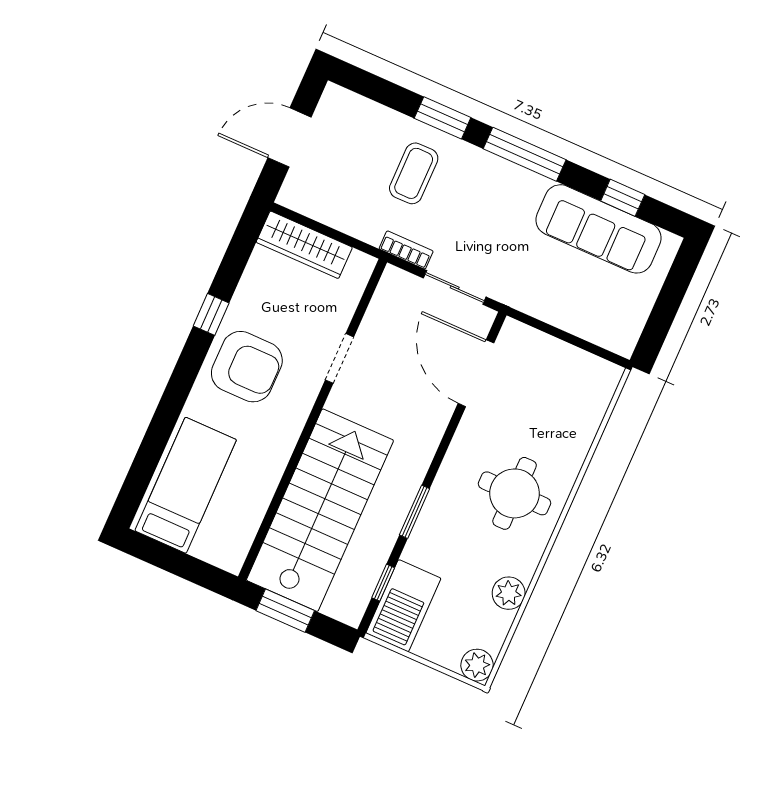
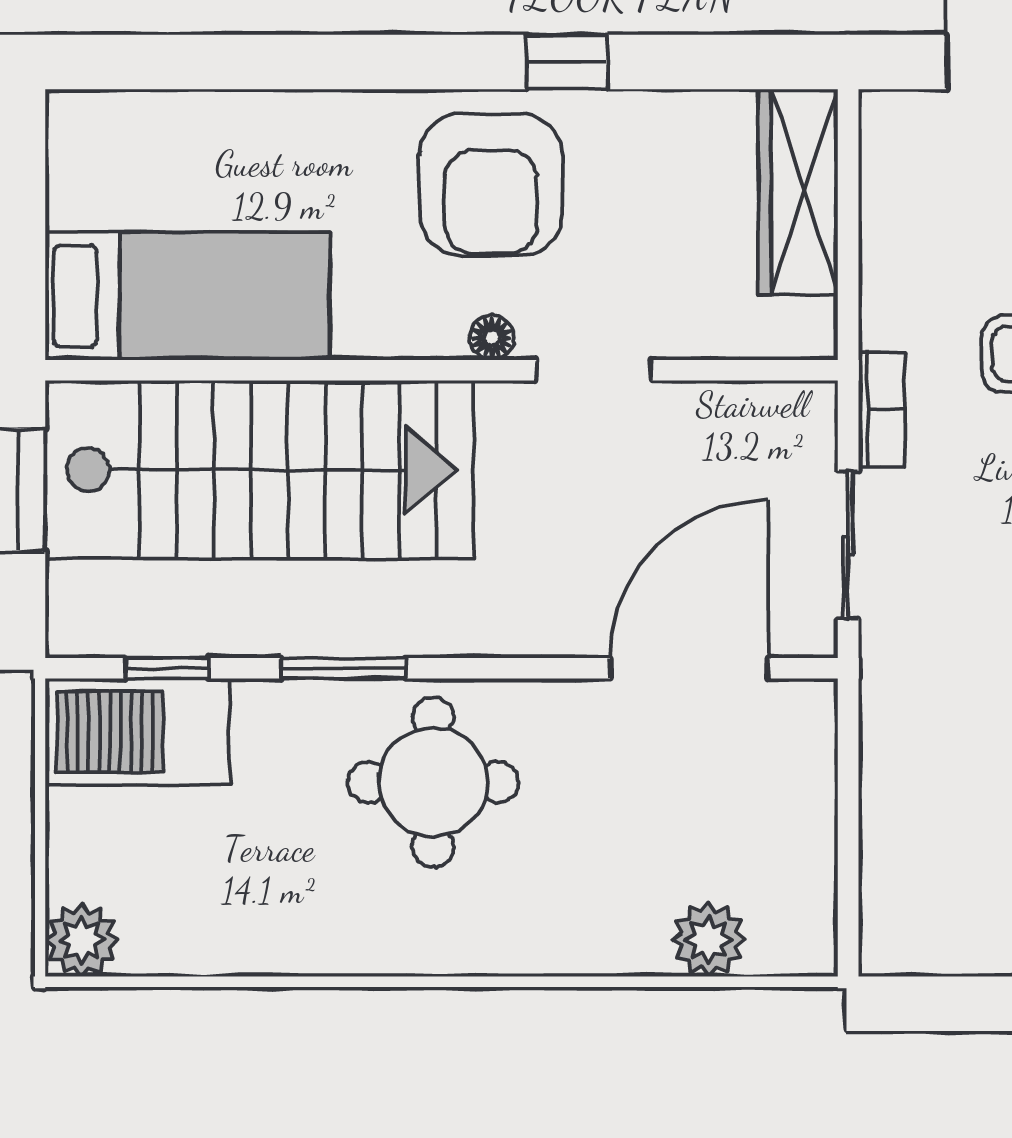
floor lamp: (308, 394) -> (492, 338), added
bed: (186, 485) -> (188, 296), moved
round table: (515, 493) -> (433, 782), moved
plant: (509, 593) -> (708, 939), moved

